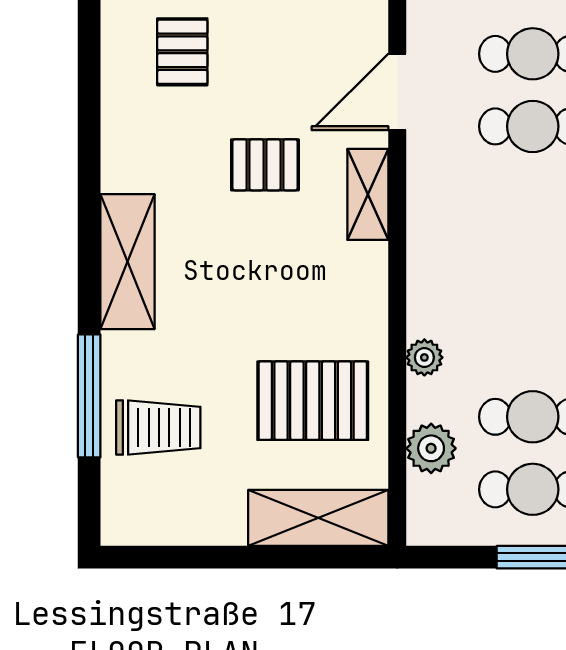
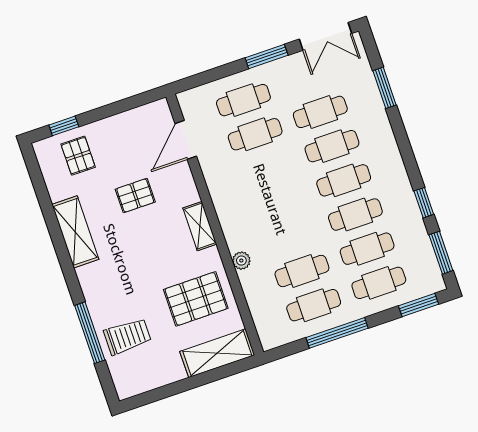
shelving: (368, 194) -> (200, 226), moved
shelving: (127, 262) -> (75, 232), moved
plant: (431, 448) -> (259, 302), removed

